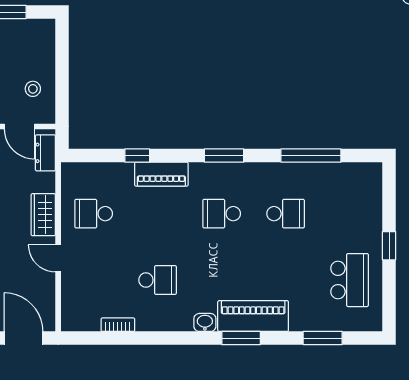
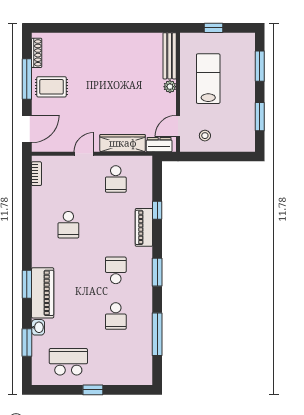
school desk: (94, 214) -> (116, 179), turned 180
wardrobe: (43, 215) -> (123, 143), width x1.50
school desk: (350, 280) -> (68, 362), turned 180
washbasin: (205, 322) -> (38, 327), moved
bookcase: (118, 325) -> (36, 174), moved

